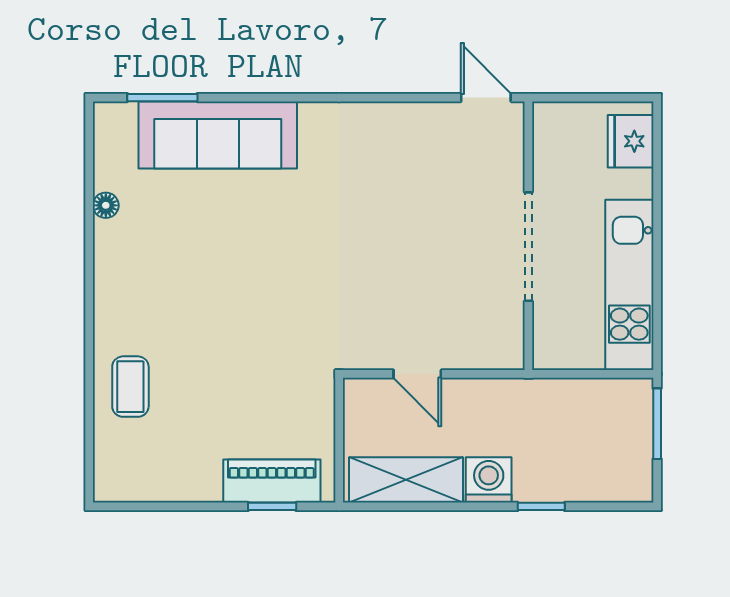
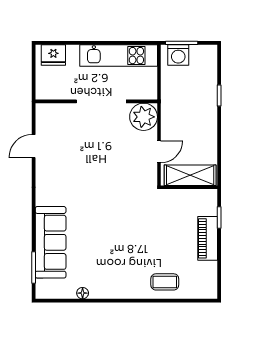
door: (486, 98) -> (34, 146), moved
plant: (494, 340) -> (144, 117), added
shelving: (406, 480) -> (190, 175), moved, turned 90
washing machine: (489, 480) -> (178, 55), moved, turned -90
piano: (272, 481) -> (208, 238), moved

